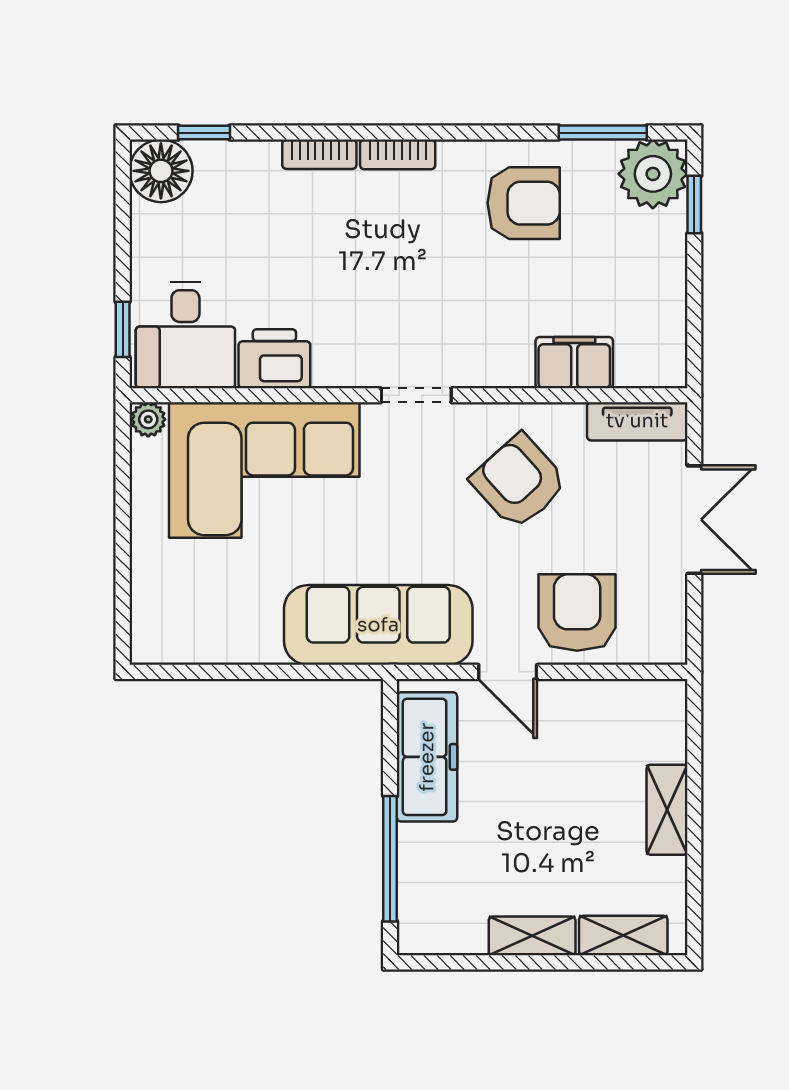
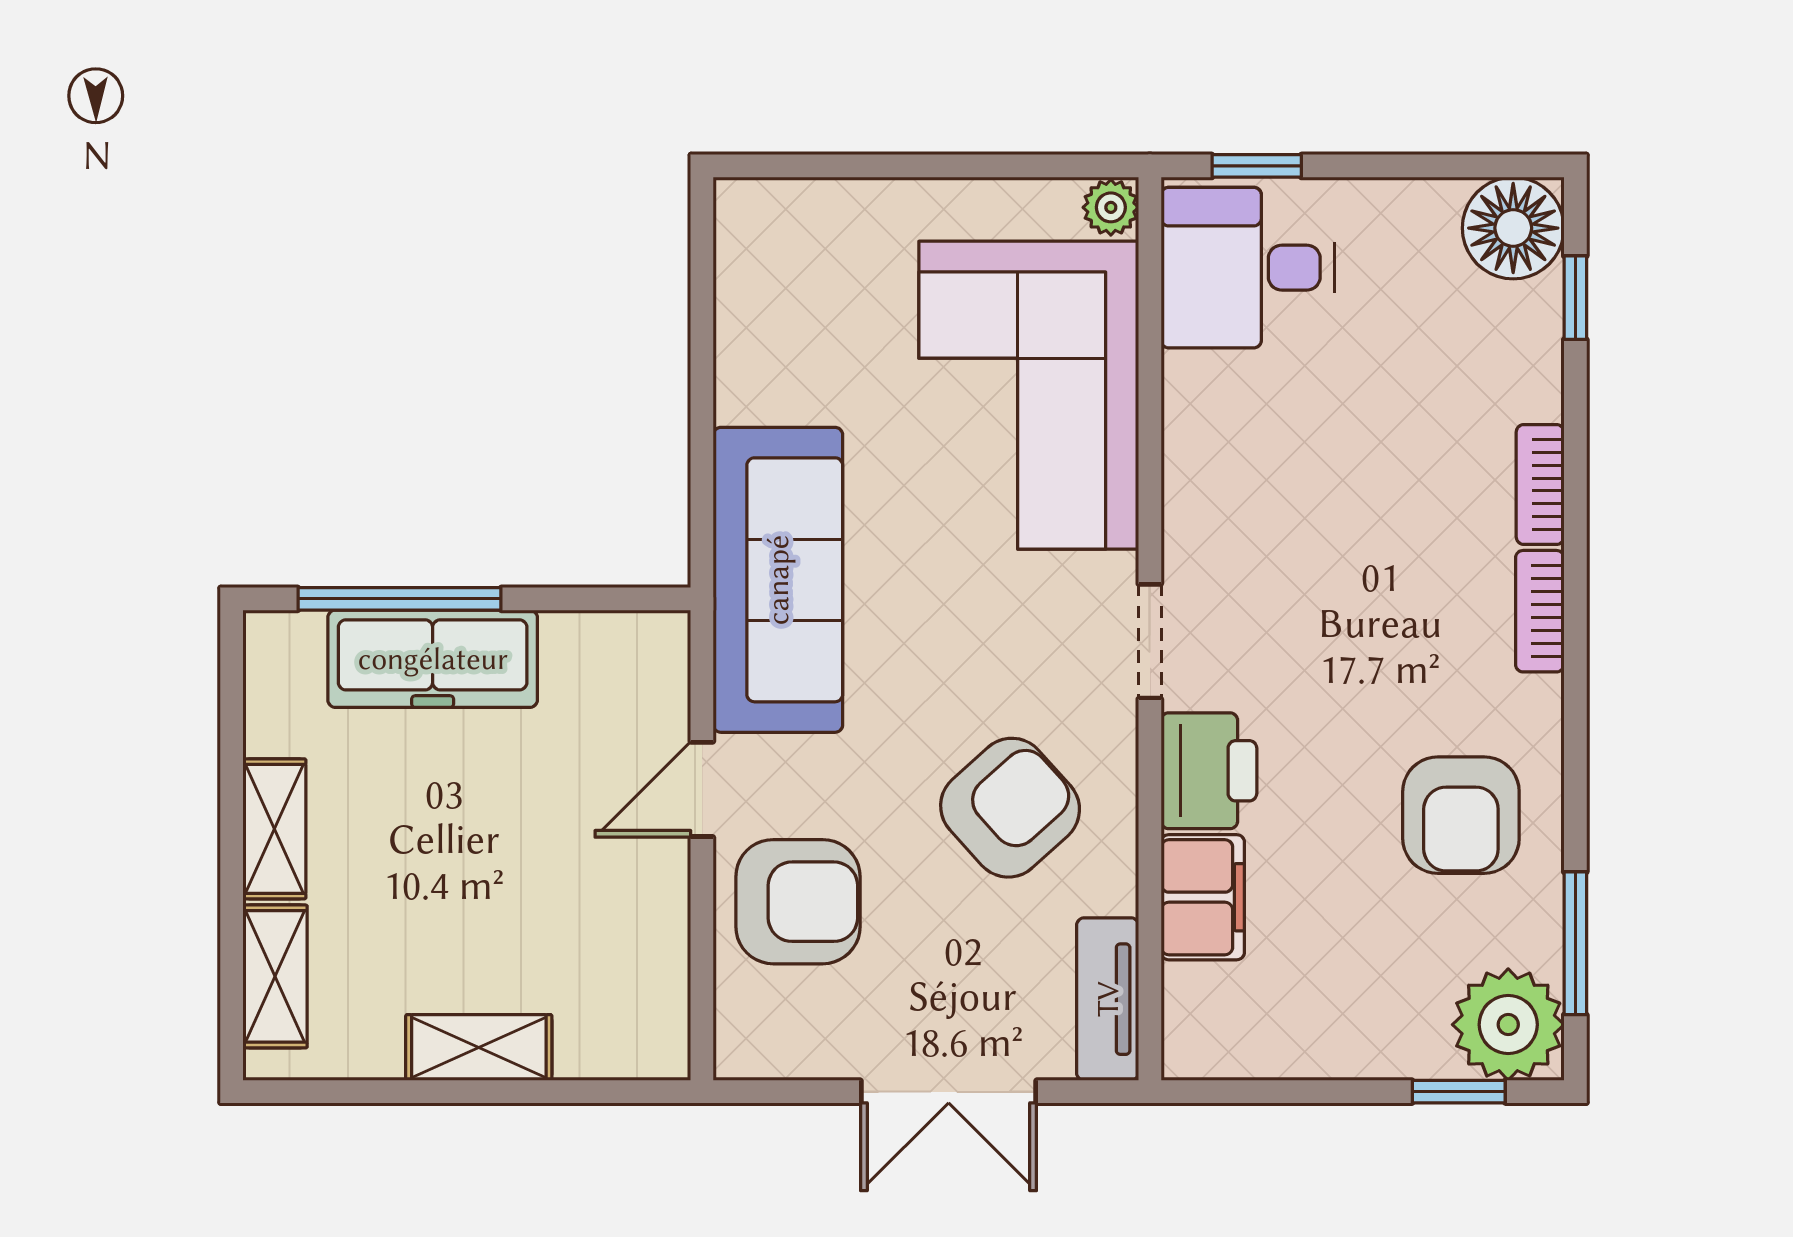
printer: (274, 359) -> (1209, 771), moved
freezer: (427, 757) -> (433, 659), moved

